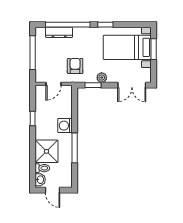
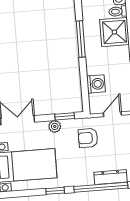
armchair: (75, 66) -> (88, 138), turned 90
washing machine: (65, 126) -> (96, 84), moved

